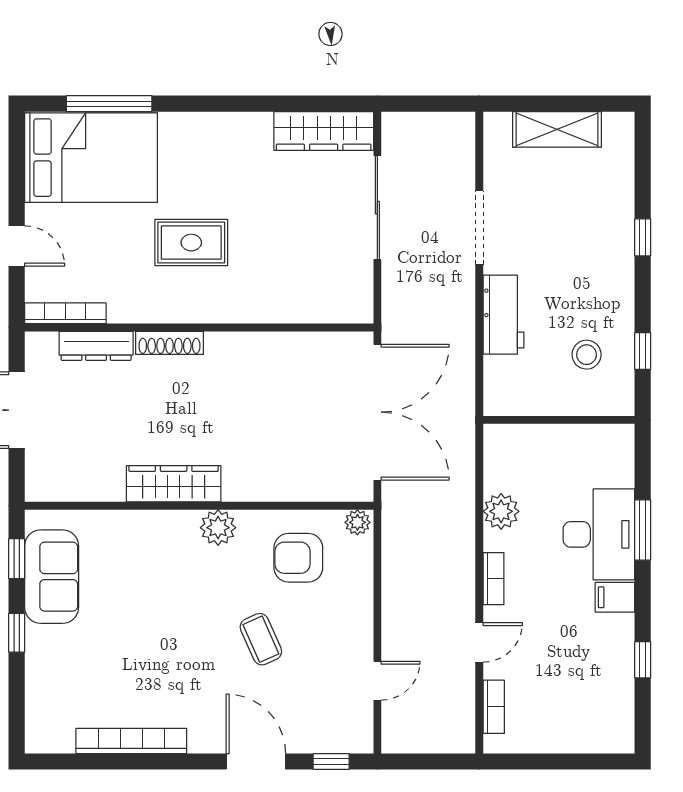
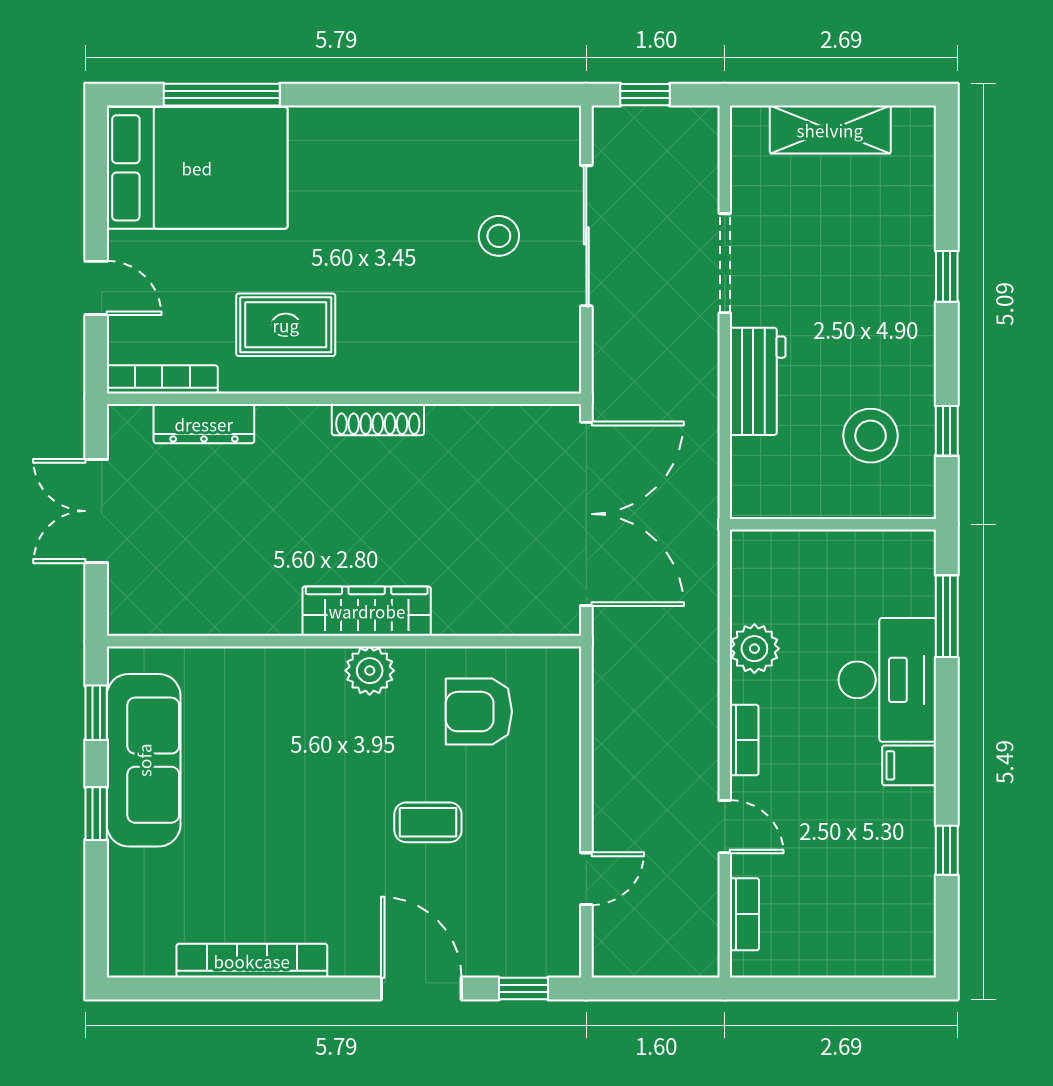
window: (421, 104) -> (645, 95), added
wardrobe: (324, 131) -> (513, 132), removed
stool: (313, 208) -> (499, 236), added
rug: (191, 243) -> (286, 325), moved
shoe rack: (169, 343) -> (378, 420), moved
stool: (587, 355) -> (871, 436), width x1.38, depth x1.38
wardrobe: (174, 484) -> (367, 611), moved
plant: (357, 522) -> (559, 663), removed
window: (643, 530) -> (947, 616), moved
sofa: (52, 577) -> (144, 760), width x1.36
coffee table: (261, 639) -> (428, 822), turned -66
door: (479, 642) -> (725, 827), hinge flipped

